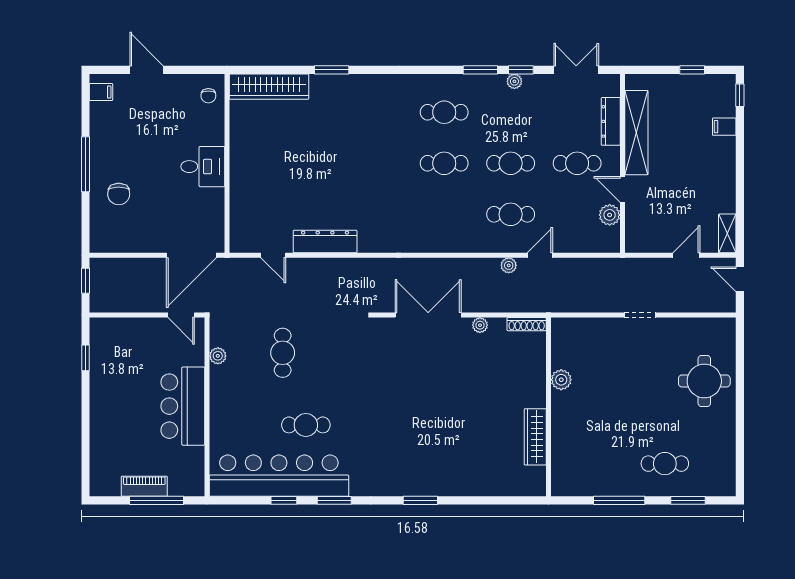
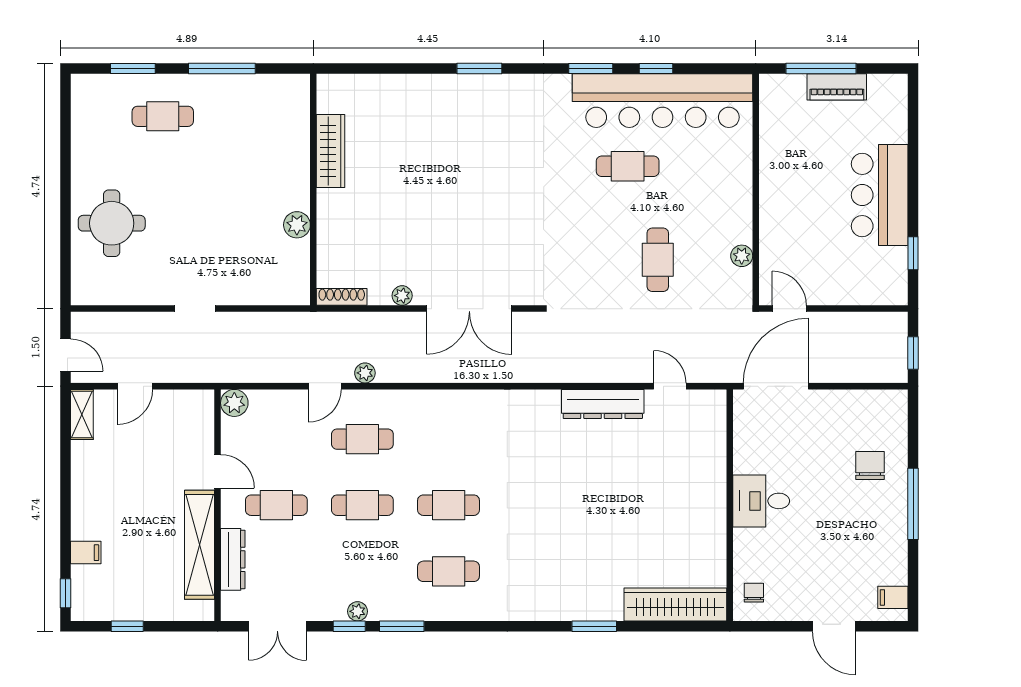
plant: (610, 215) -> (234, 403), moved
bar counter: (183, 406) -> (880, 195), moved, turned 180

